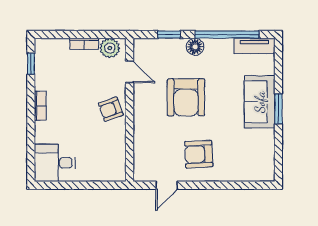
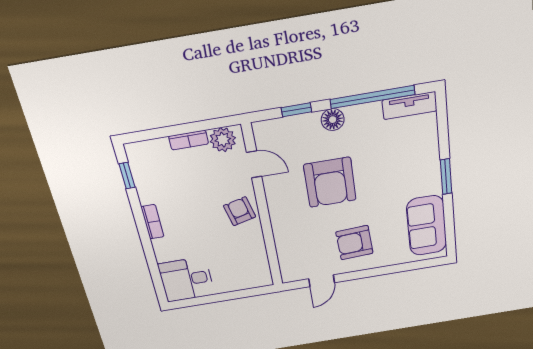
sofa: (260, 102) -> (427, 226), moved
armchair: (111, 109) -> (240, 211), turned 96

